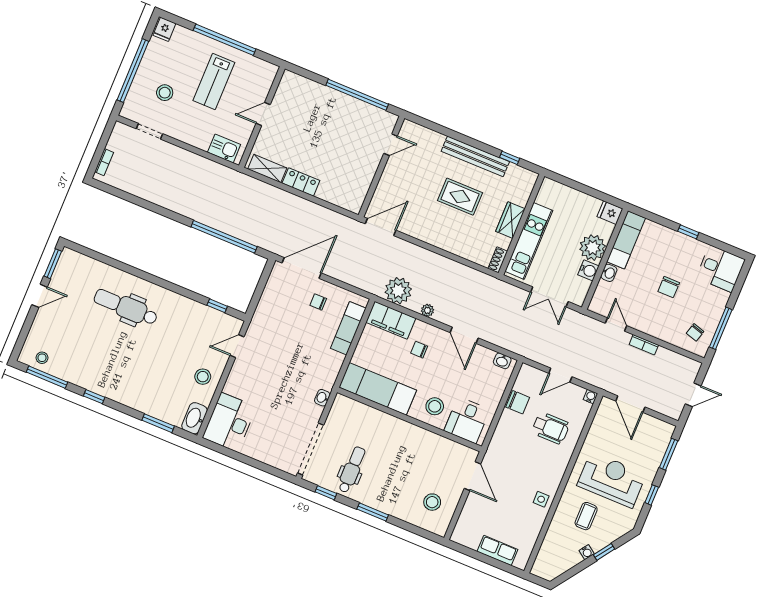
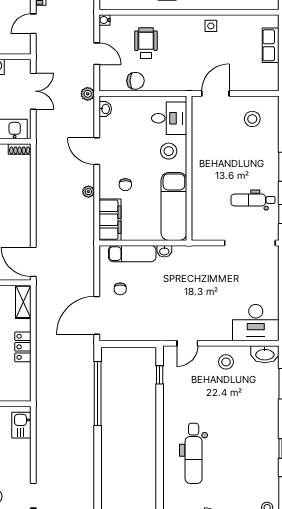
shelving: (267, 169) -> (23, 302), moved
door: (302, 268) -> (97, 315), hinge flipped
plant: (398, 291) -> (88, 94), moved, width x0.53, depth x0.53
door: (464, 335) -> (97, 151), swing flipped
door: (237, 346) -> (187, 343), hinge flipped
washbasin: (322, 398) -> (164, 251), moved
chair: (518, 402) -> (135, 81), turned 90

